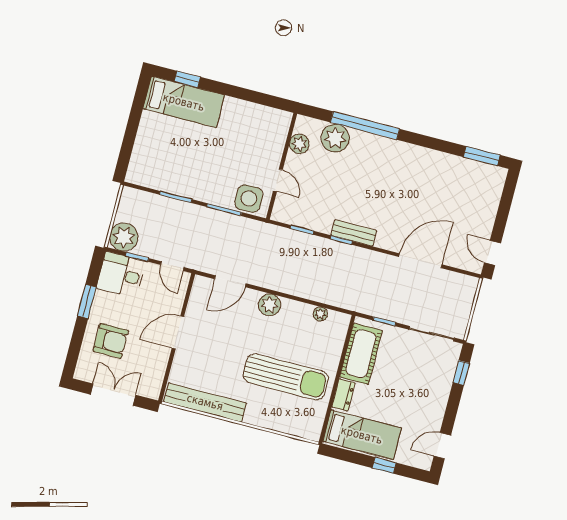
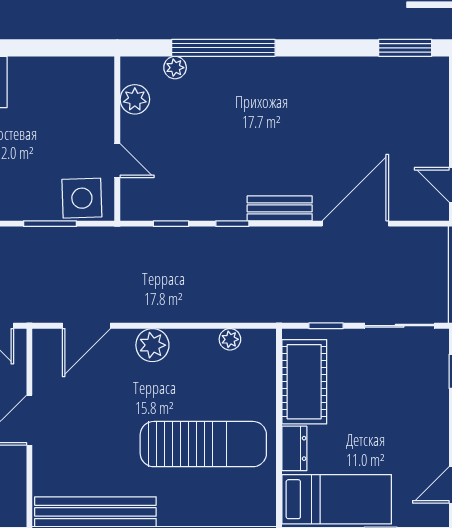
plant: (335, 138) -> (175, 68), width x0.53, depth x0.53
bench: (354, 233) -> (280, 208), moved

